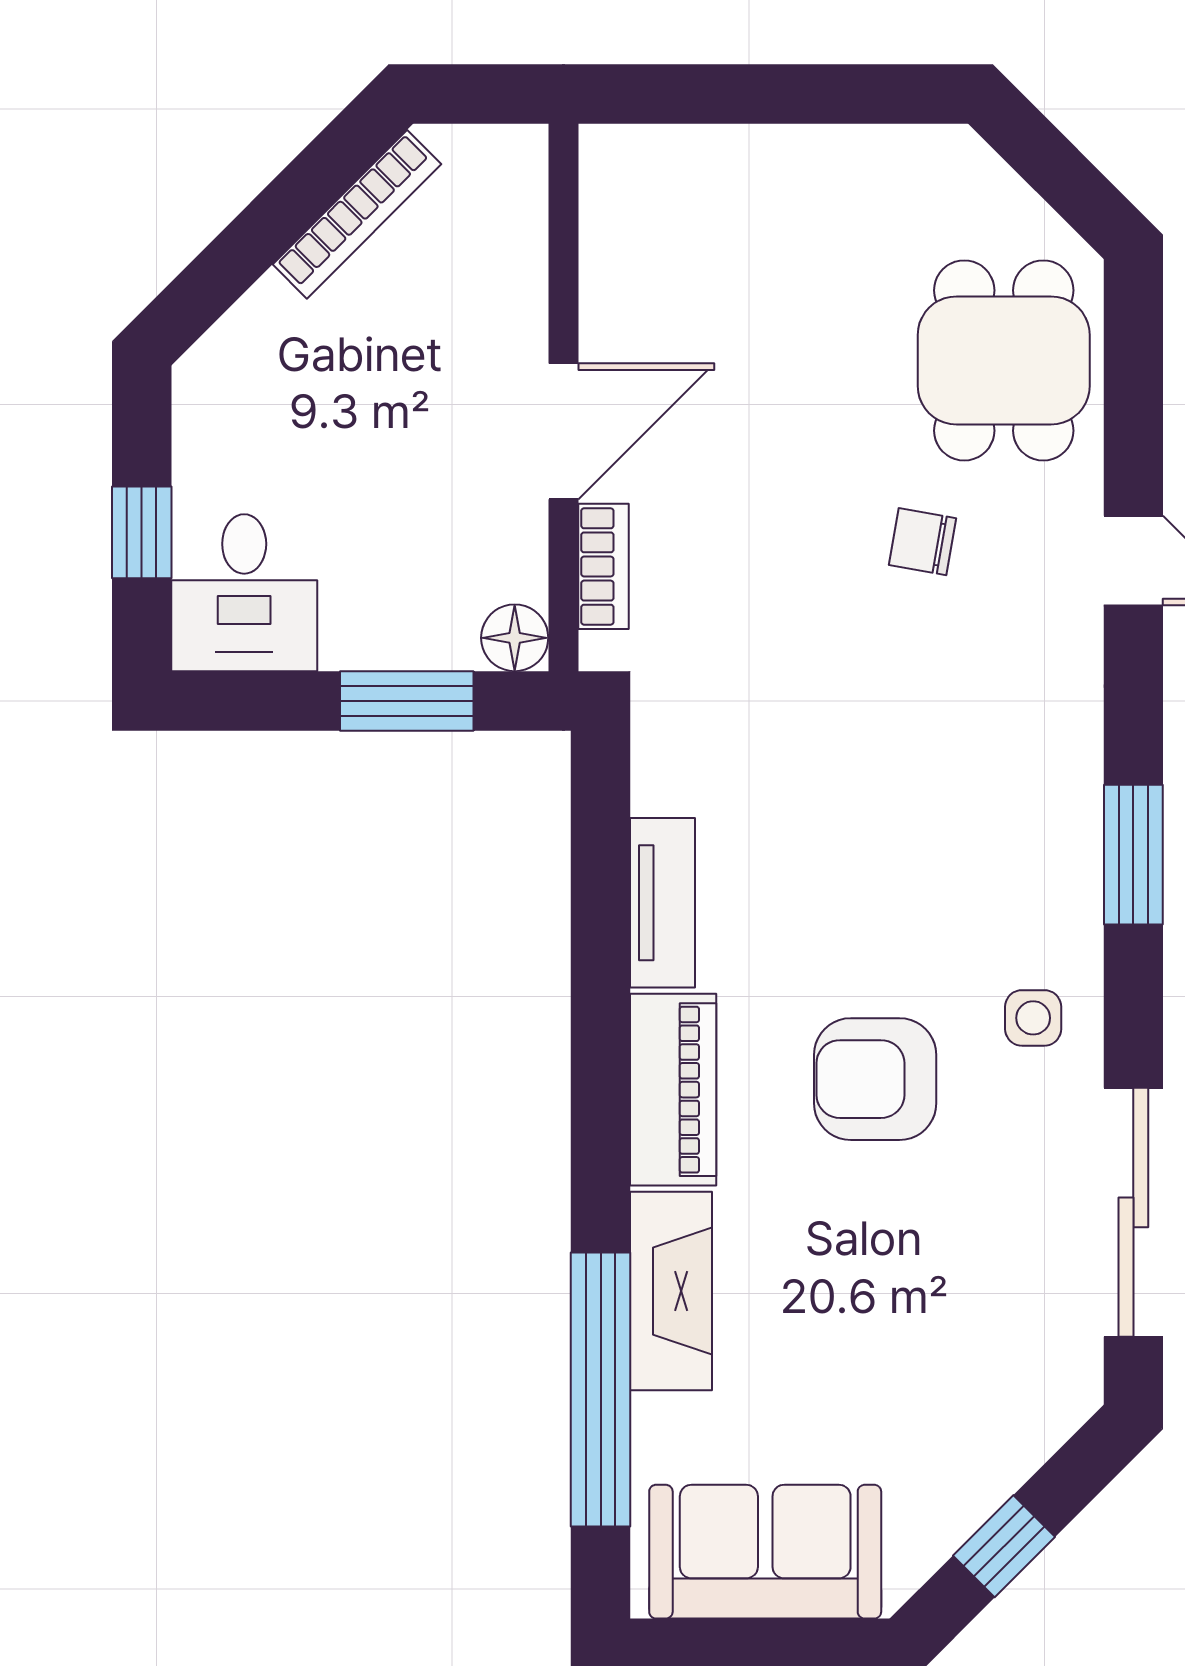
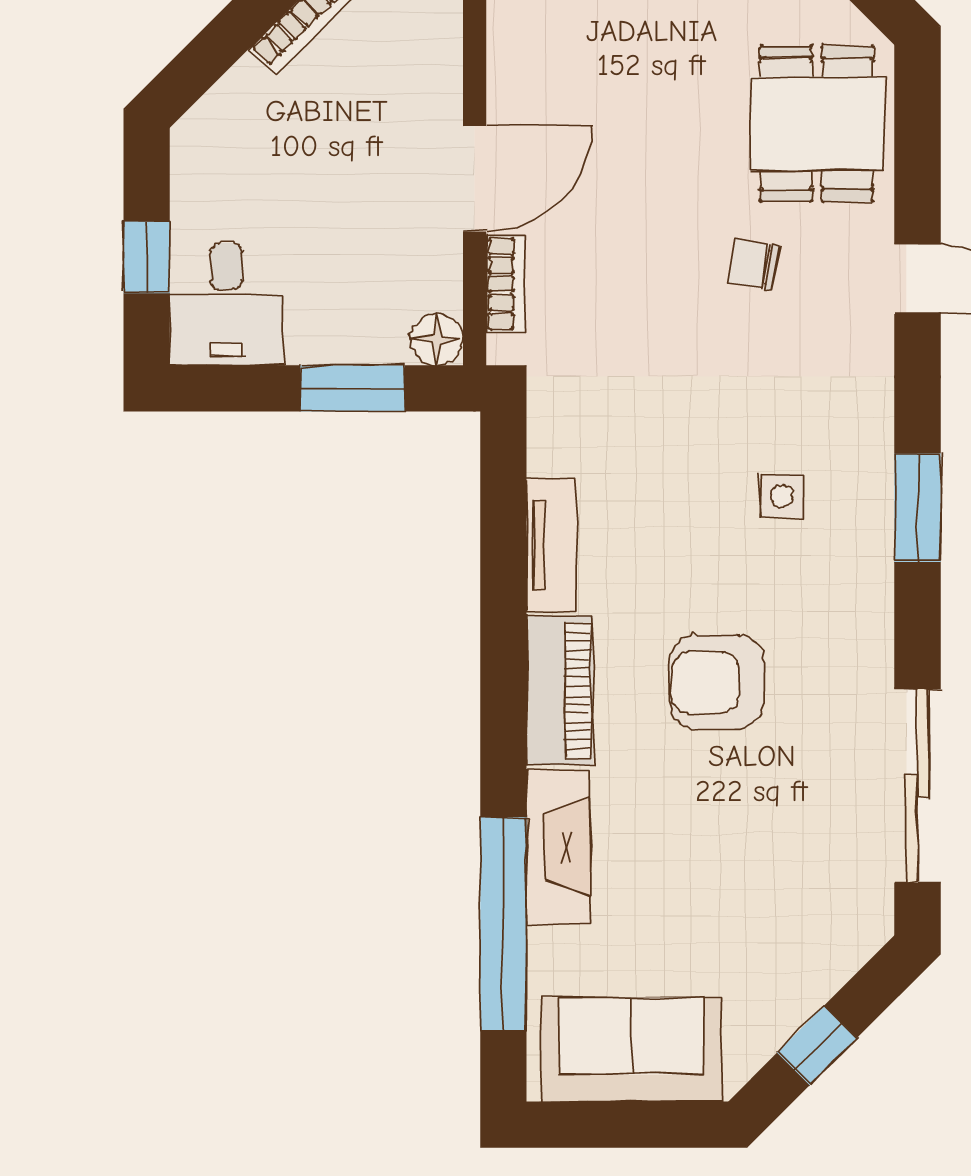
side table: (1033, 1018) -> (782, 496), moved

